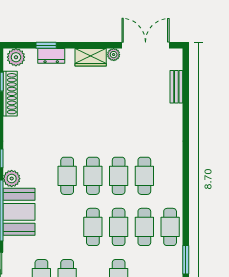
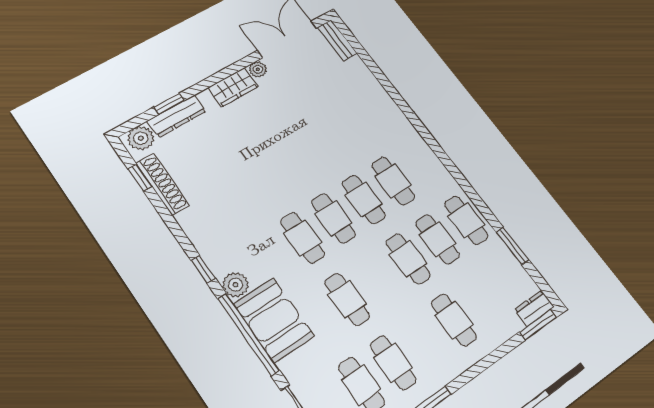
dresser: (51, 56) -> (177, 116), width x1.44
bench: (176, 87) -> (337, 40), moved
cafe table: (93, 227) -> (347, 299), moved

